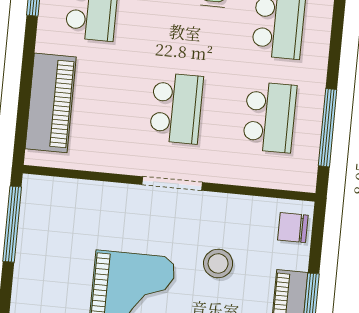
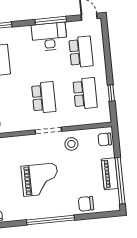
window: (328, 128) -> (111, 93), width x0.46
stool: (218, 263) -> (71, 144), moved

